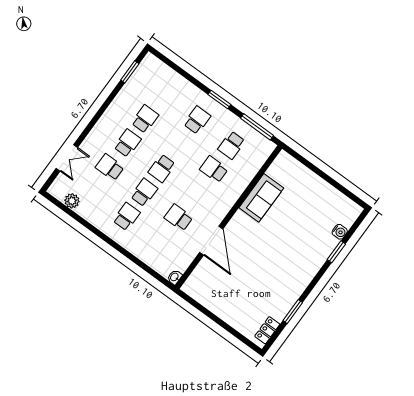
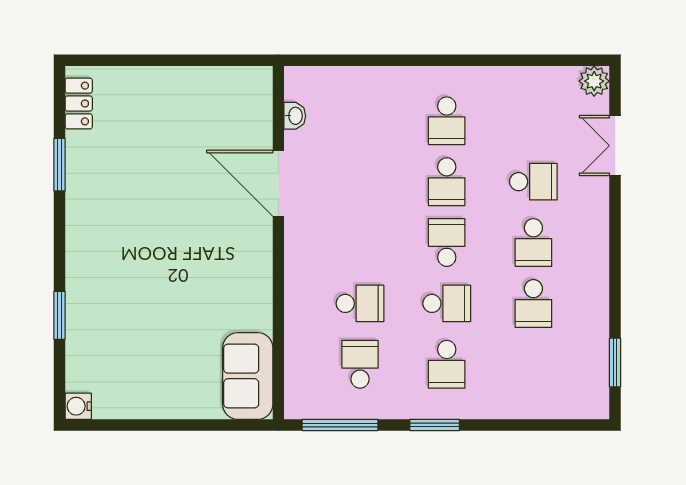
sofa: (261, 198) -> (248, 376), moved
plant: (72, 201) -> (594, 81), moved
school desk: (178, 218) -> (447, 303), moved
water cooler: (340, 232) -> (78, 406), moved
washbasin: (175, 277) -> (295, 116), moved

